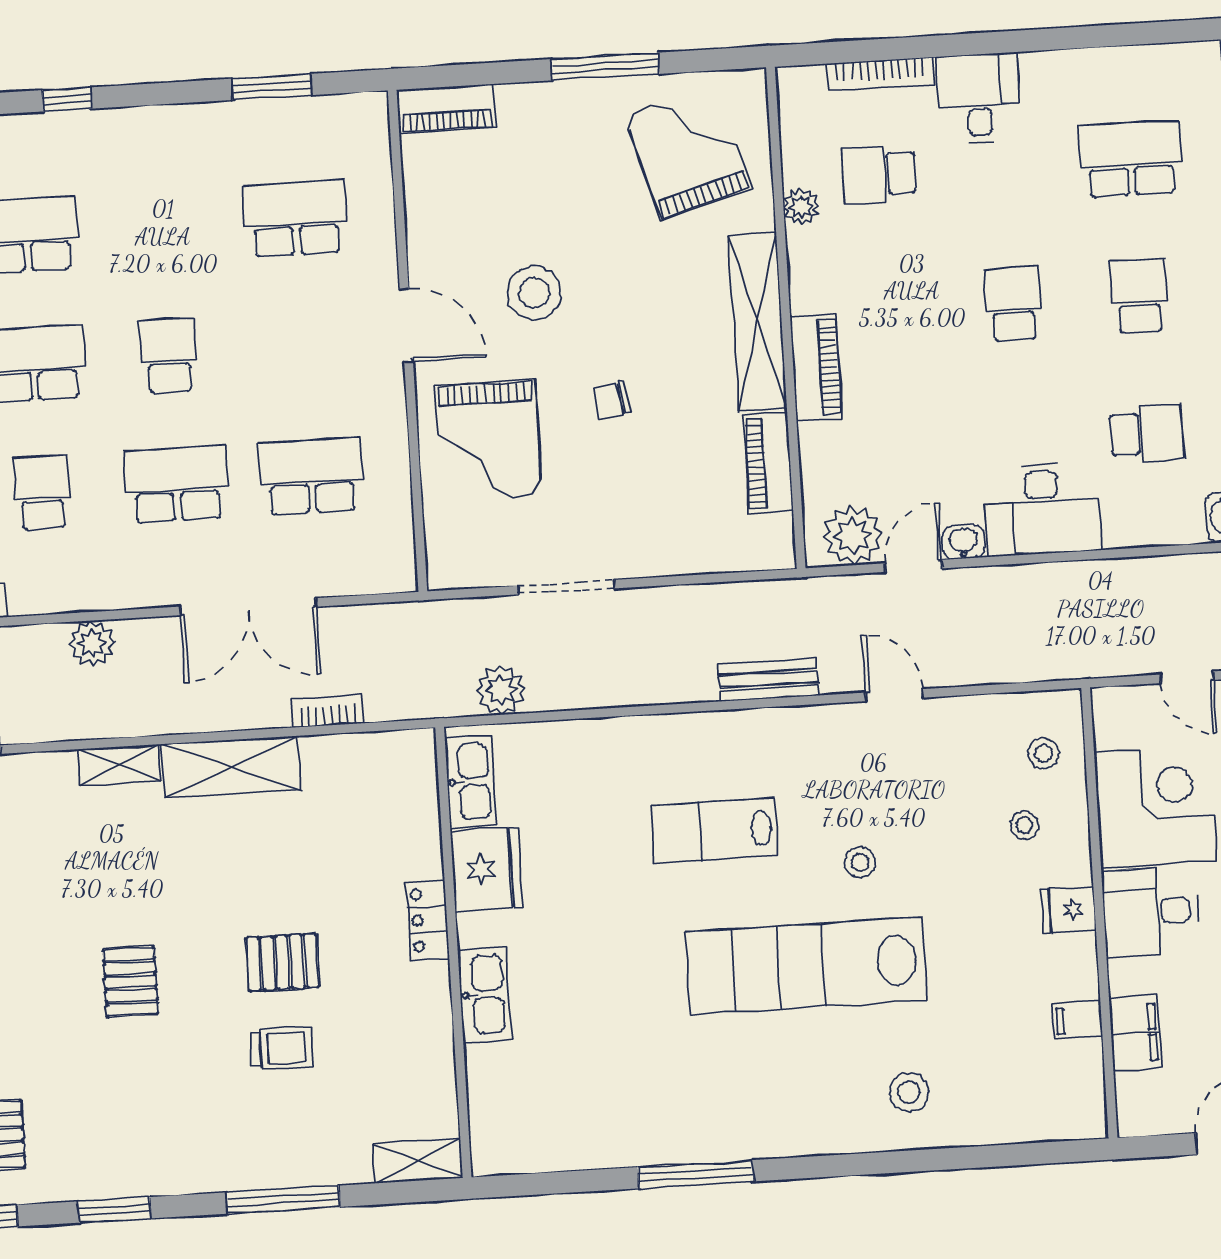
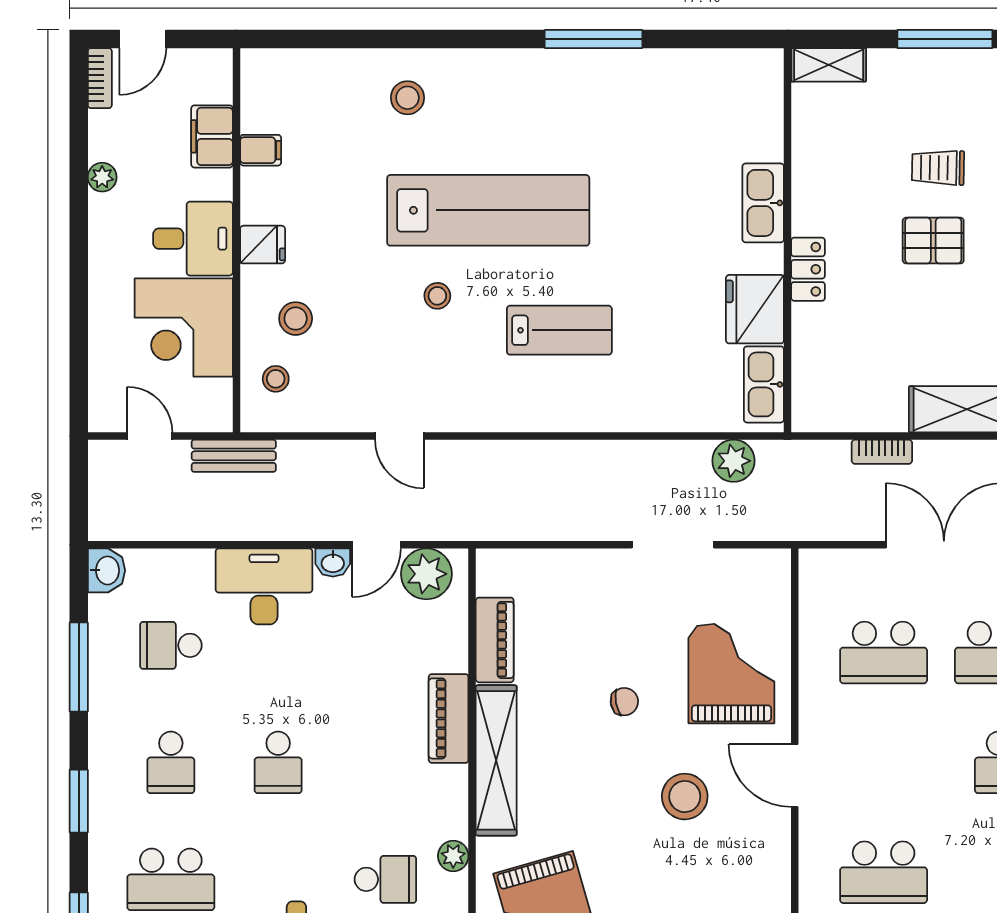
bench: (768, 680) -> (234, 456), moved
stool: (1024, 825) -> (296, 319), width x1.37, depth x1.37

